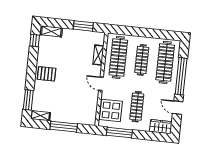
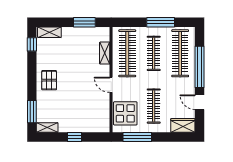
window: (151, 33) -> (161, 22), added
pallet: (47, 74) -> (49, 80), turned 90
window: (64, 127) -> (75, 137), width x0.46

